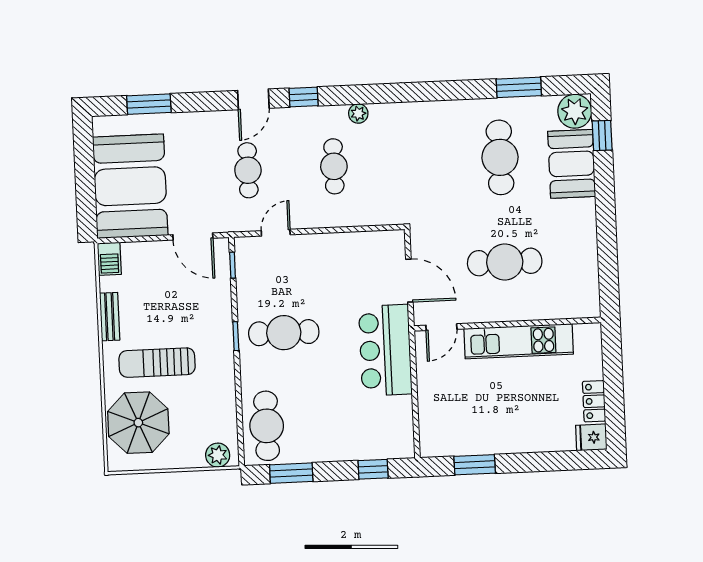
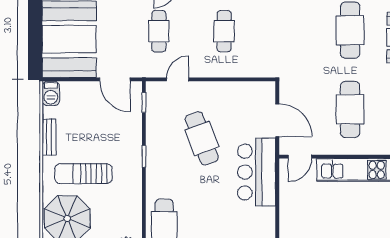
cafe table: (505, 262) -> (350, 109), turned 90
cafe table: (284, 333) -> (202, 138), moved, turned 70

